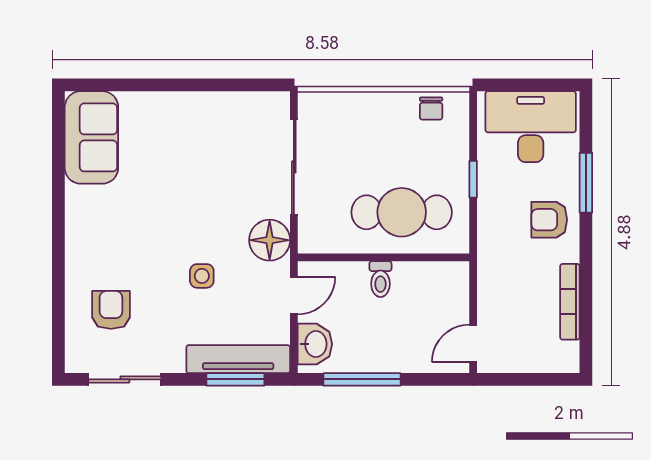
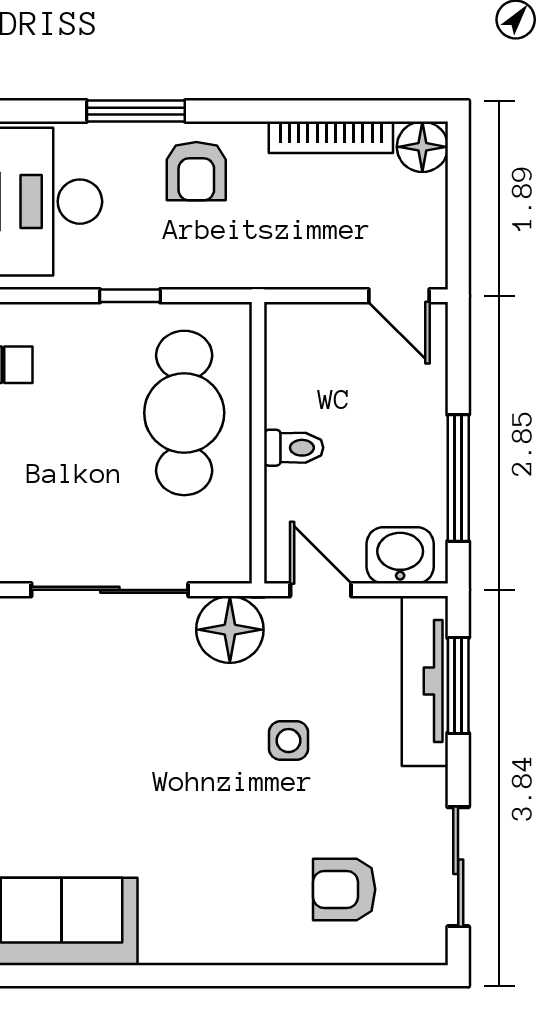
floor lamp: (564, 358) -> (422, 147), added

